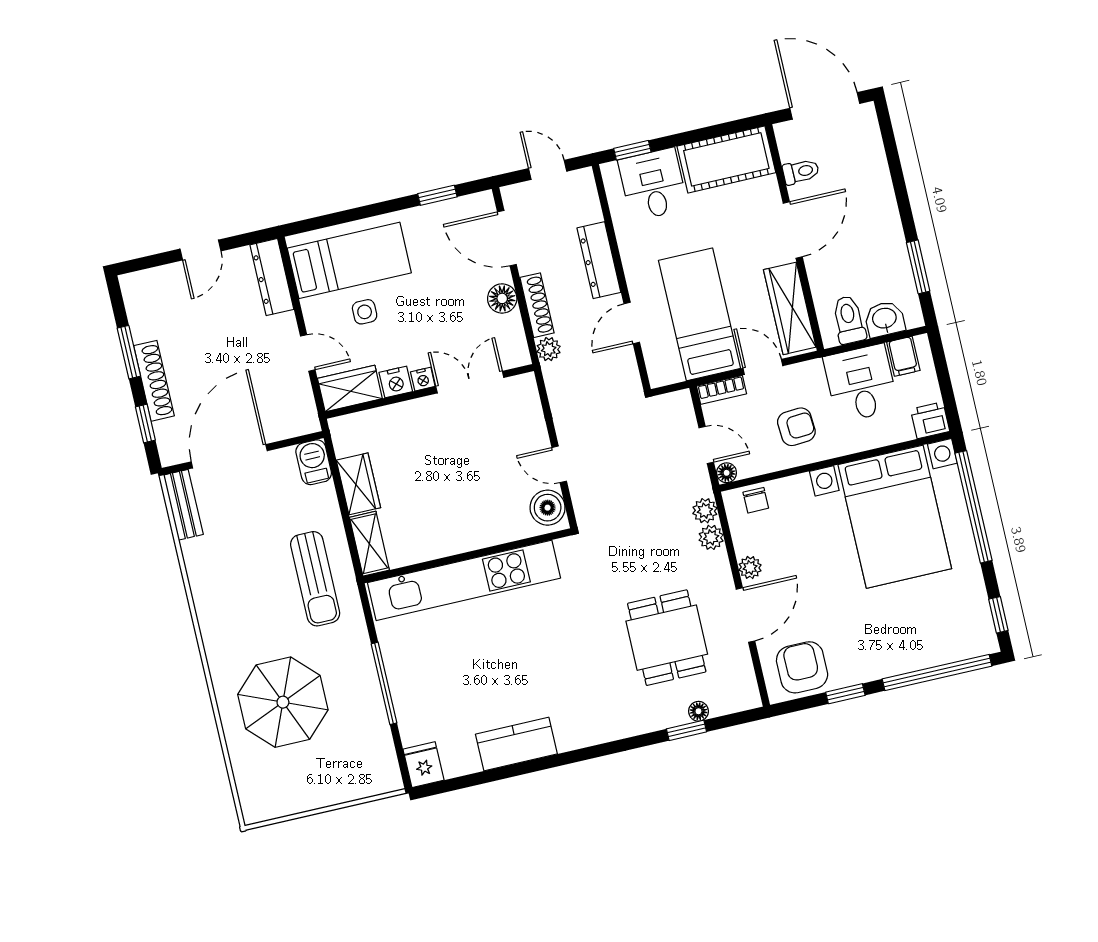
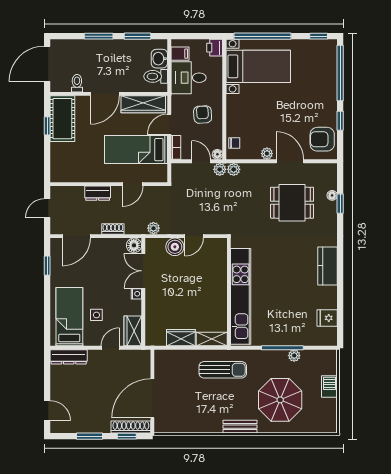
window: (632, 150) -> (47, 126), moved
desk: (653, 184) -> (66, 158), removed
window: (901, 192) -> (99, 36), added
door: (793, 230) -> (105, 94), swing flipped
door: (201, 250) -> (47, 411), moved
dresser: (599, 260) -> (98, 193), width x0.70
floor lamp: (502, 298) -> (134, 245), moved
shoe rack: (537, 305) -> (113, 229), width x0.70
door: (632, 323) -> (132, 184), hinge flipped
plant: (549, 349) -> (153, 228), moved
shoe rack: (154, 381) -> (131, 427), moved
nightstand: (396, 382) -> (135, 308), removed
door: (706, 445) -> (201, 161), hinge flipped
door: (229, 456) -> (152, 398), hinge flipped
barbecue: (314, 462) -> (329, 387), moved, turned 90
bench: (183, 505) -> (240, 427), moved
boiler: (548, 508) -> (175, 247), moved
bed with nightstands: (895, 517) -> (258, 66), width x0.73
plant: (711, 537) -> (220, 169), moved
plant: (374, 710) -> (294, 356), added
kitchen counter: (516, 744) -> (328, 266), moved
fridge: (423, 765) -> (327, 318), moved

